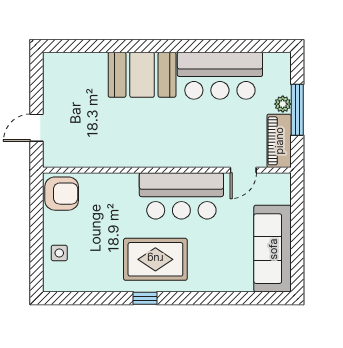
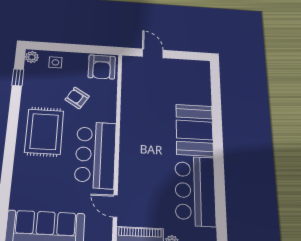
armchair: (108, 222) -> (77, 98), added
plant: (54, 284) -> (32, 57), added
window: (145, 298) -> (18, 77), moved

